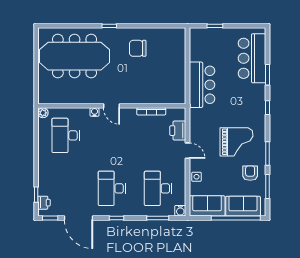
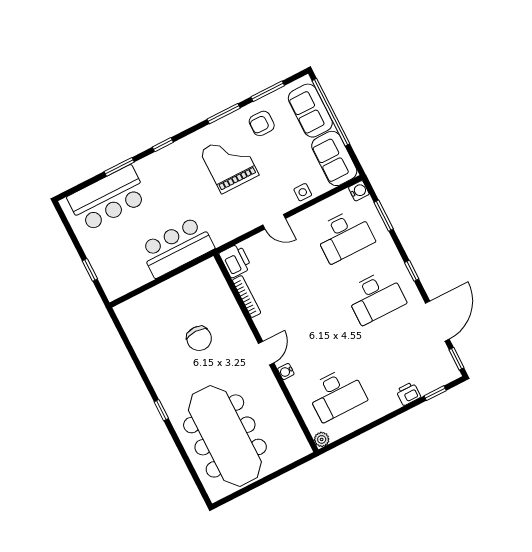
chair: (138, 48) -> (199, 338), moved
printer: (178, 131) -> (235, 261), moved, turned -90
door: (188, 151) -> (274, 222), swing flipped
printer: (44, 203) -> (408, 394), moved

